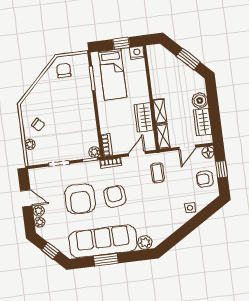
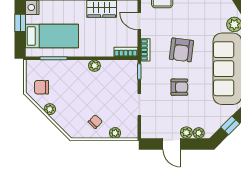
plant: (44, 81) -> (50, 109), added
plant: (94, 152) -> (94, 66), moved
armchair: (115, 196) -> (181, 50), turned -77
door: (26, 198) -> (172, 144), swing flipped
armchair: (80, 199) -> (179, 87), width x0.53, depth x0.53

